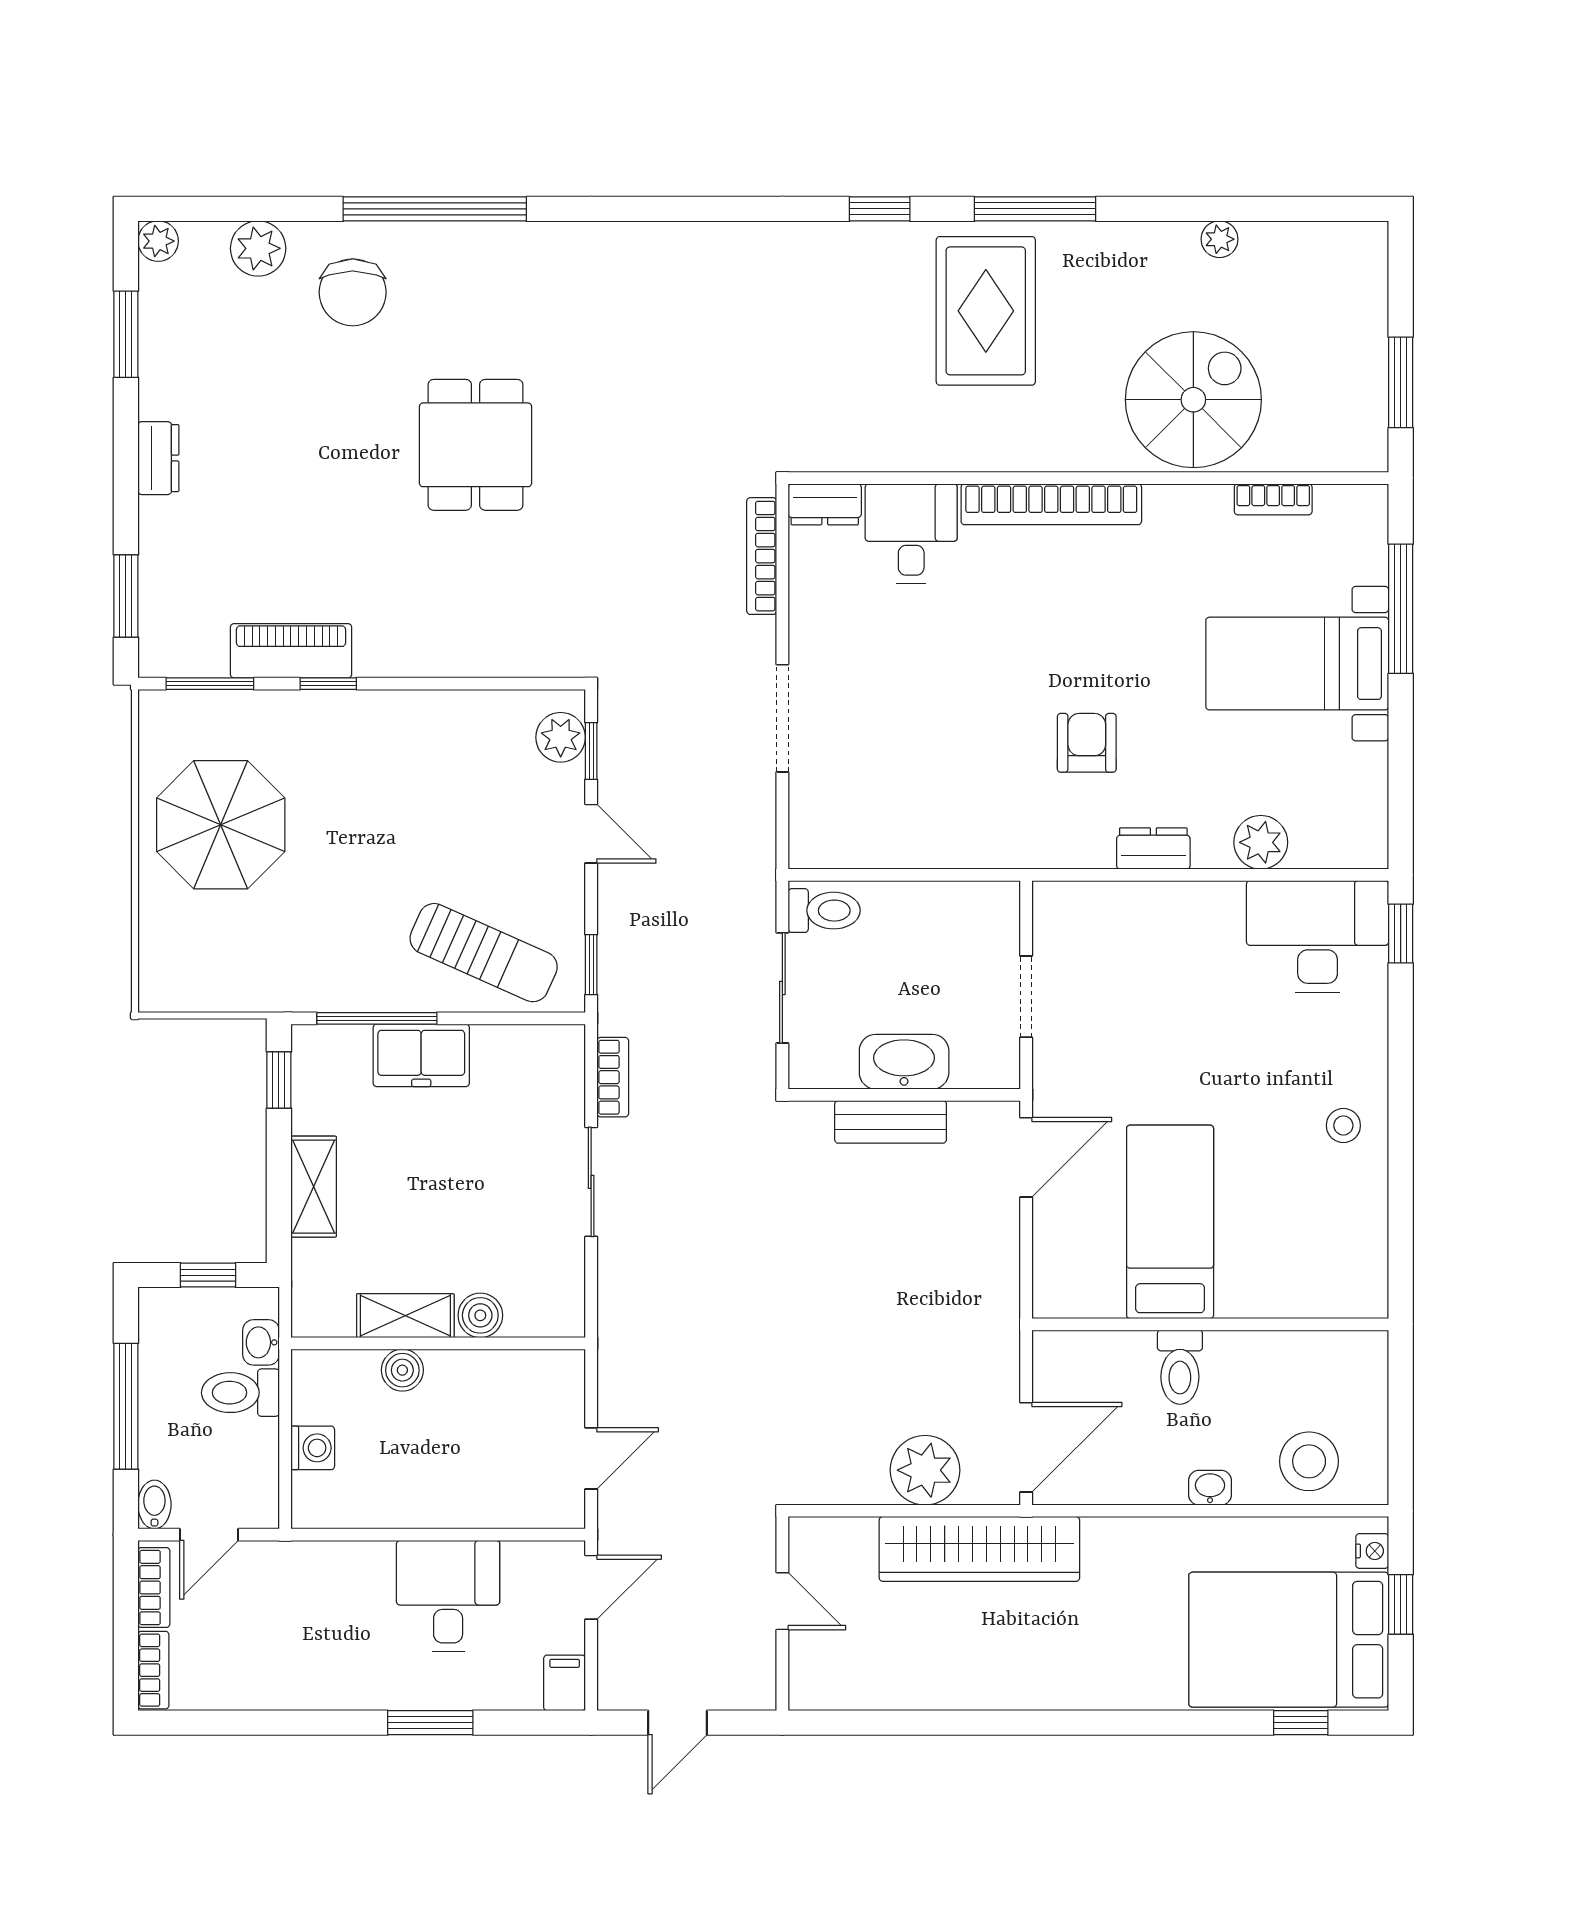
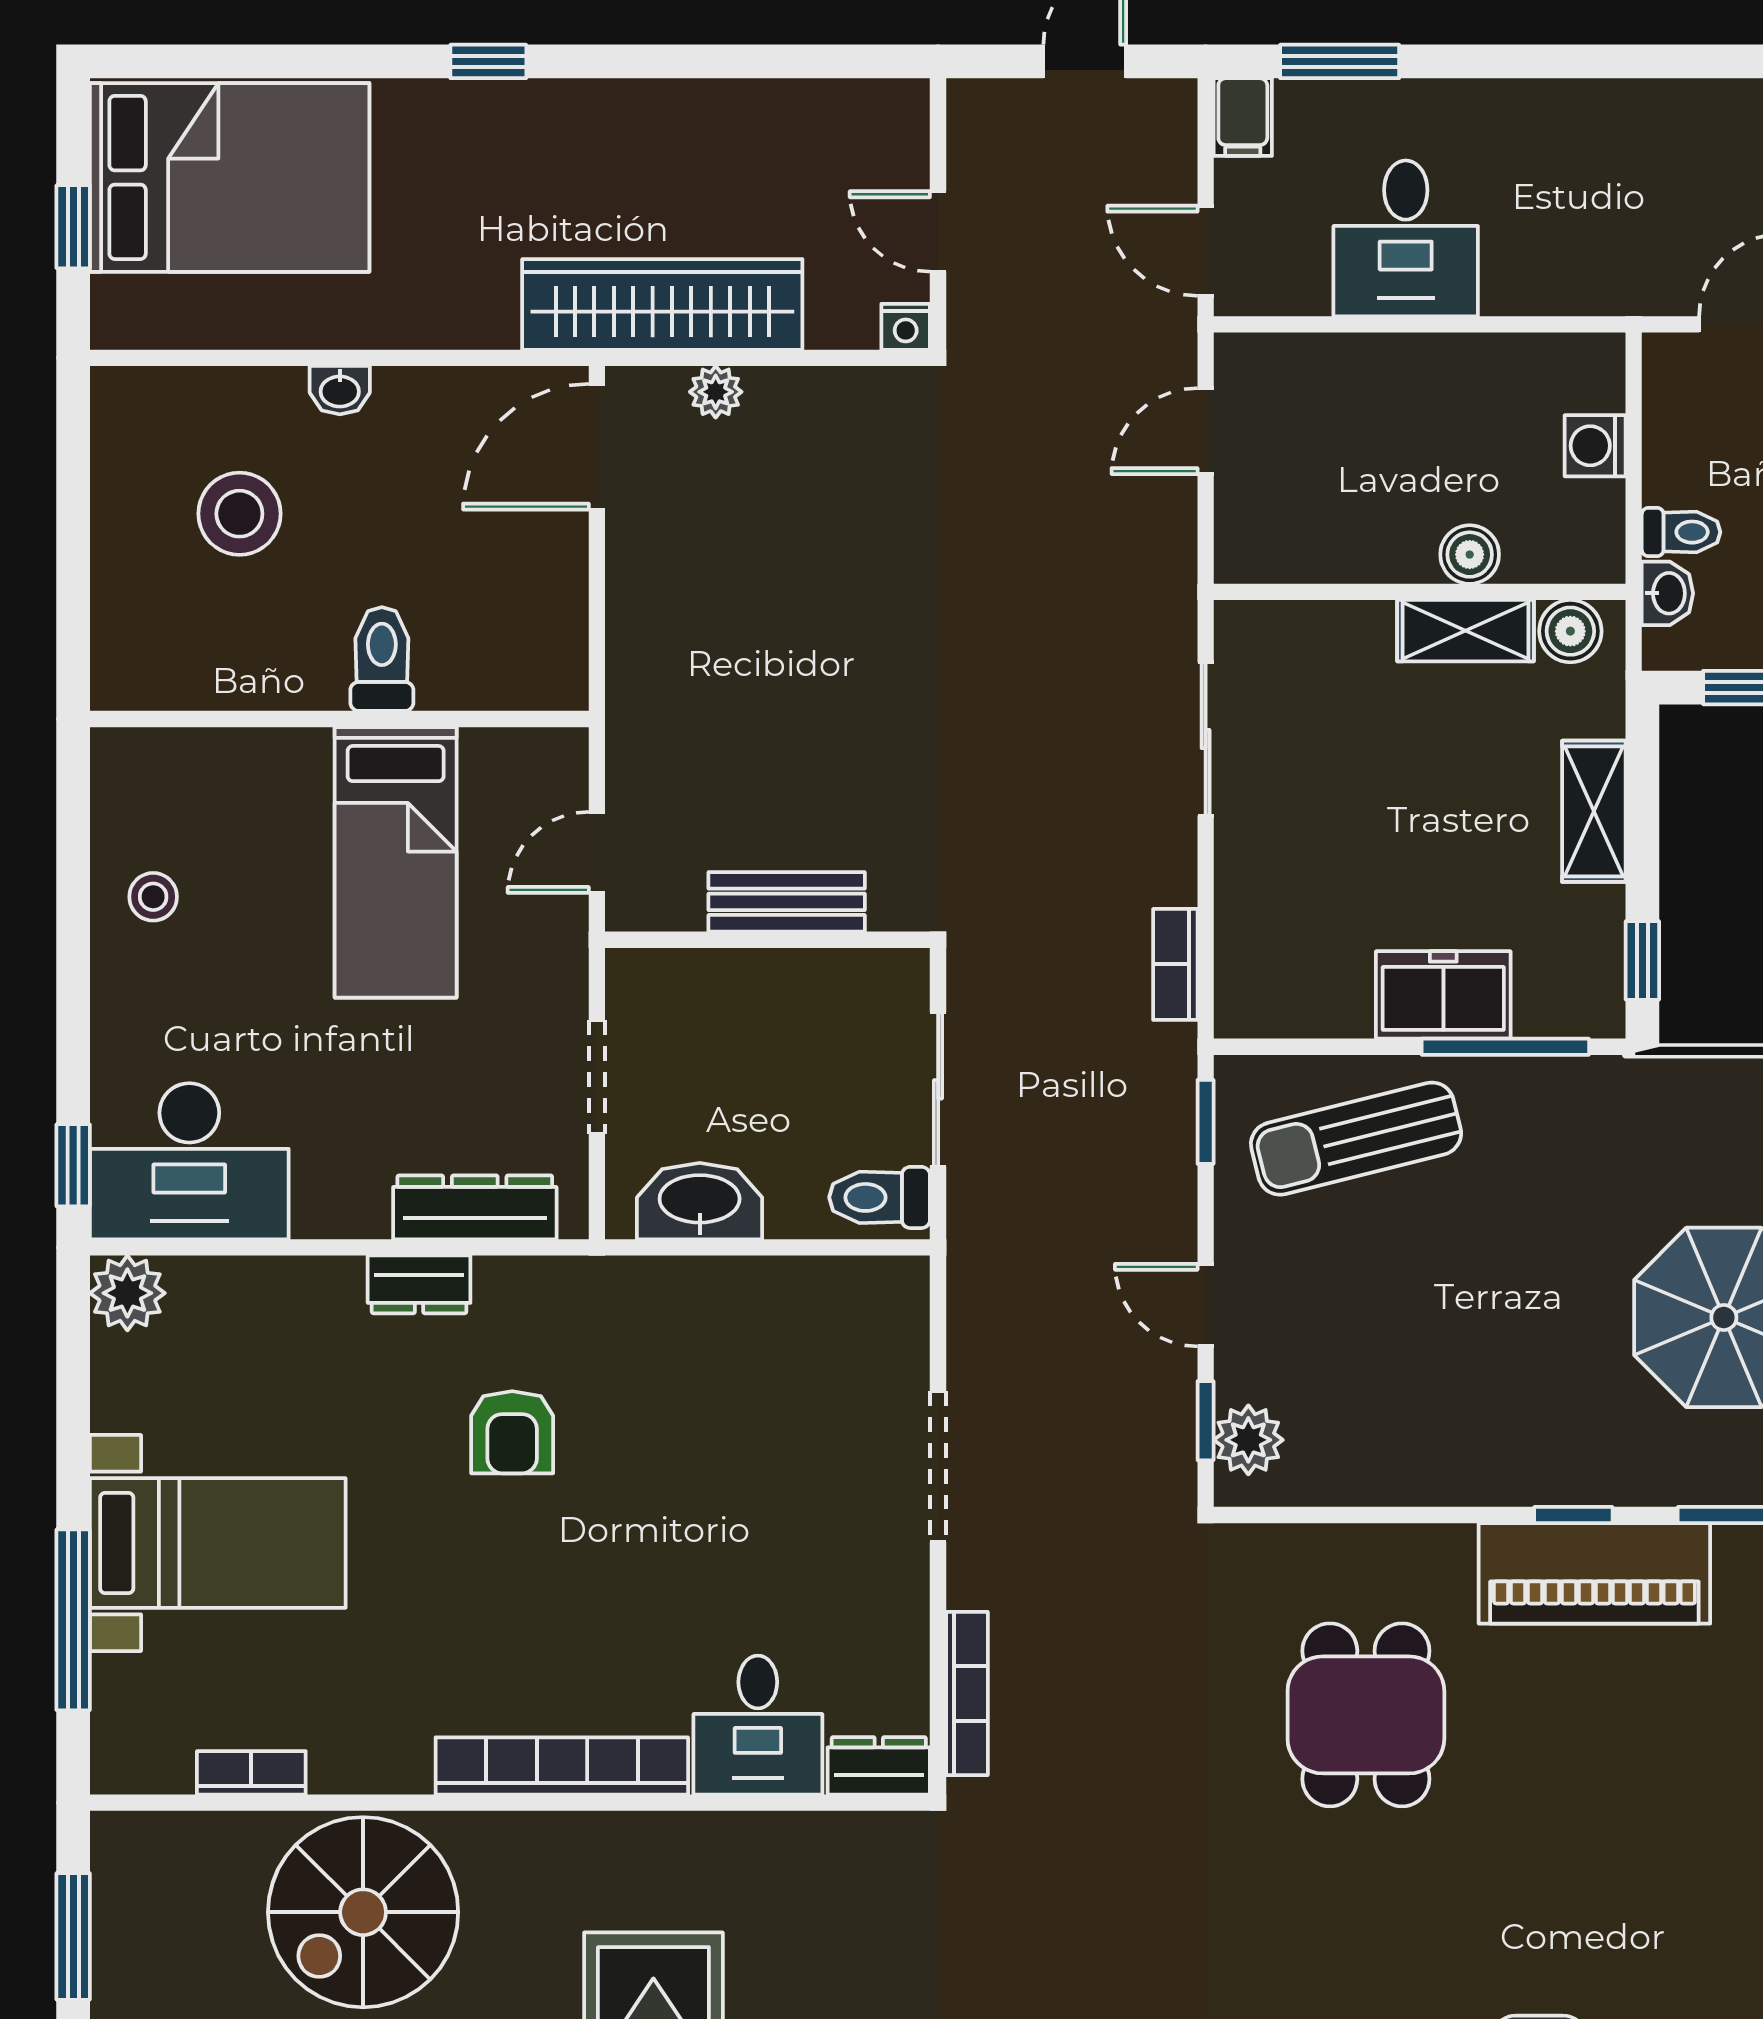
dining table: (475, 445) -> (1366, 1715), moved
piano: (291, 651) -> (1594, 1573), width x1.37, depth x1.33
plant: (1261, 842) -> (127, 1293), moved
dresser: (1113, 903) -> (475, 1207), added
sun lounger: (484, 953) -> (1356, 1139), turned -38
washbasin: (904, 1062) -> (700, 1201), moved, turned 180
door: (1026, 1157) -> (597, 852), width x0.73
sliding door: (591, 1182) -> (1206, 739), moved
bed: (1170, 1222) -> (396, 862), moved
boiler: (480, 1315) -> (1570, 631), moved
wall: (1210, 1324) -> (339, 719), moved
toilet: (1180, 1367) -> (382, 659), moved
toilet: (240, 1393) -> (1681, 532), width x0.73, depth x0.72
stool: (1309, 1461) -> (239, 514), moved
plant: (925, 1470) -> (716, 392), width x0.53, depth x0.53
nightstand: (1372, 1551) -> (906, 327), moved, turned -90
door: (591, 1587) -> (1206, 251), hinge flipped
window: (430, 1723) -> (1340, 61), moved
window: (1301, 1723) -> (488, 61), moved

